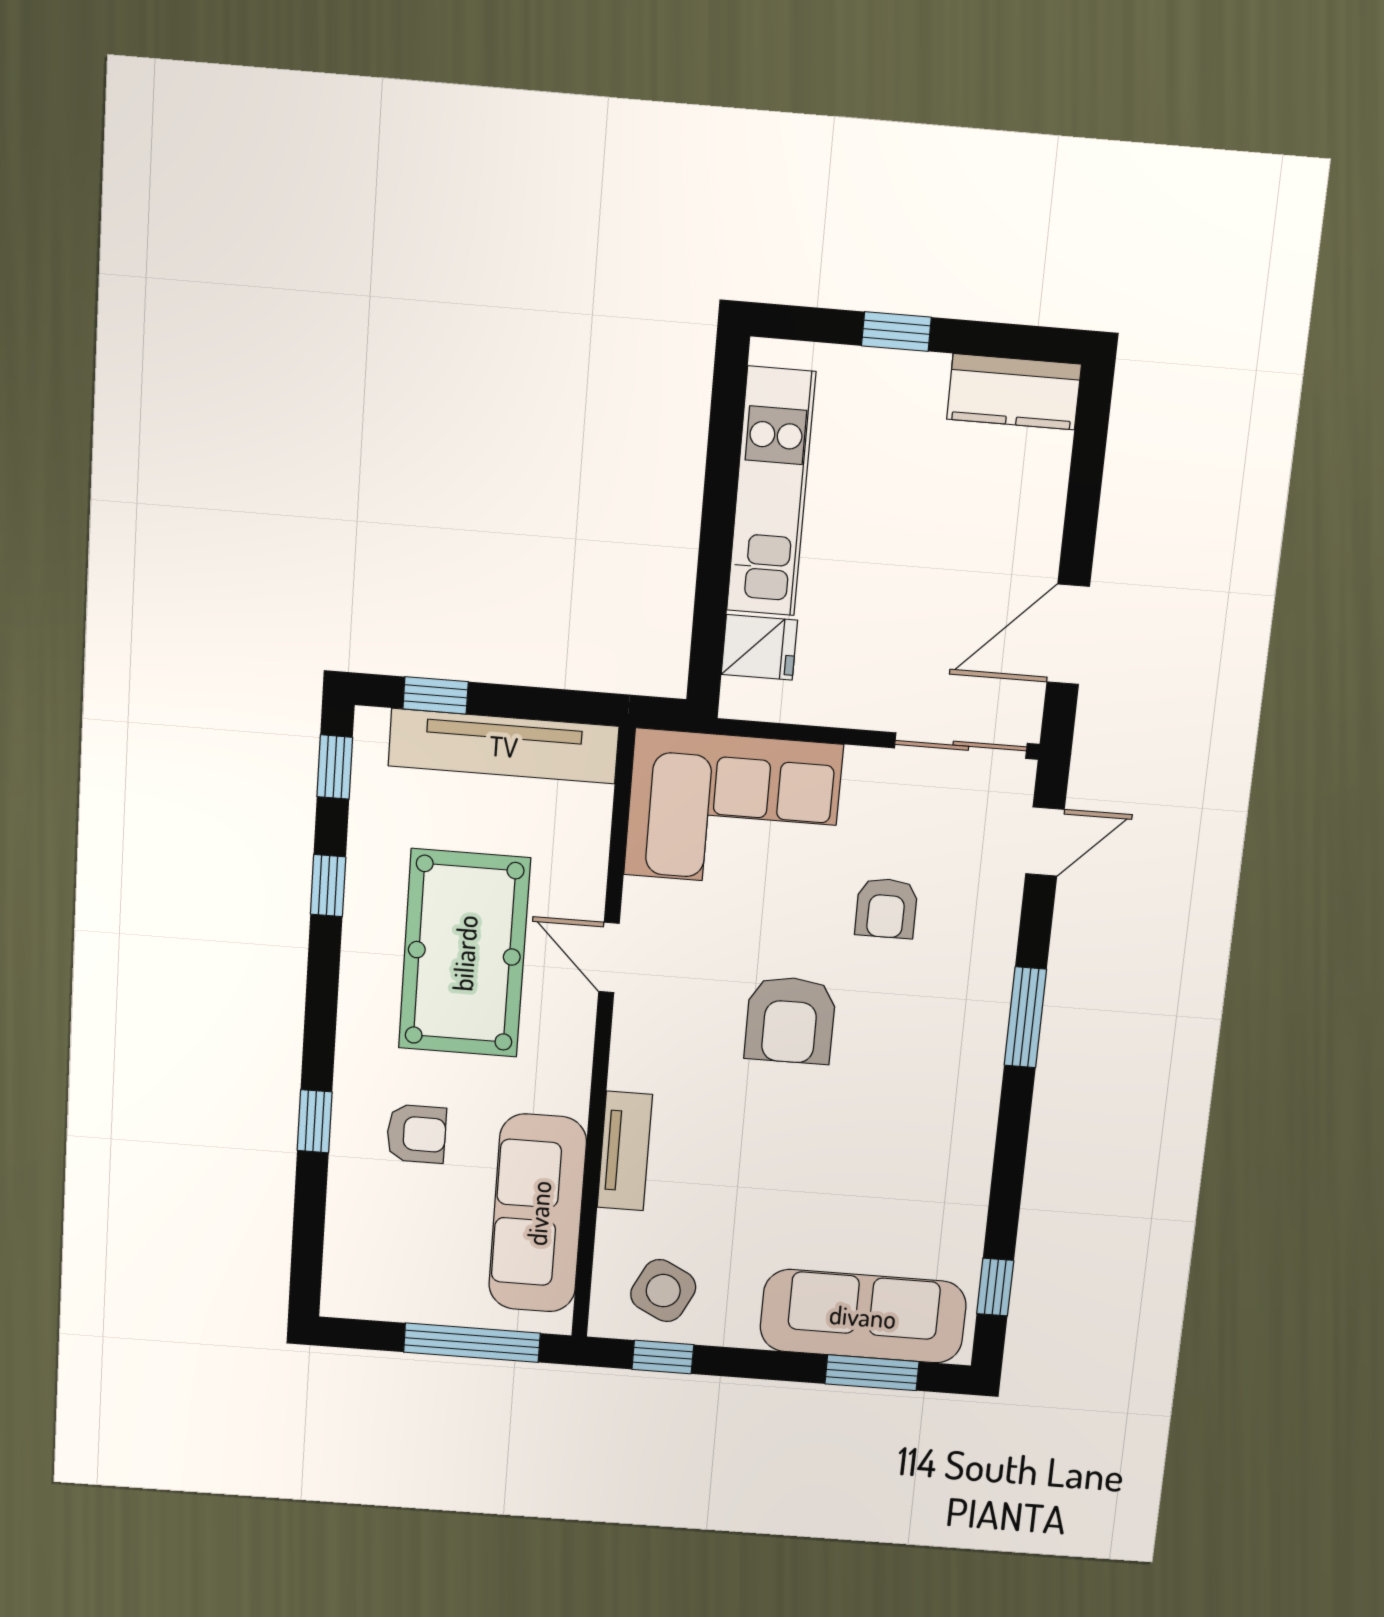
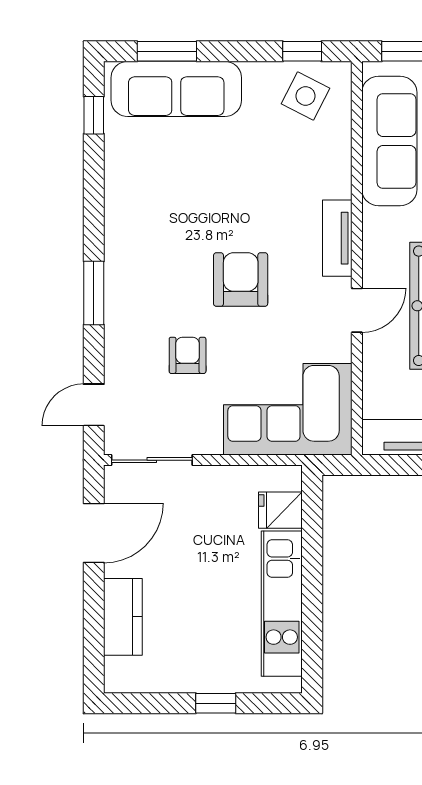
kitchen counter: (1014, 392) -> (123, 617), moved, turned 90
door: (609, 958) -> (357, 310), hinge flipped
tv unit: (625, 1151) -> (337, 238), moved

